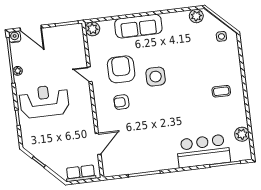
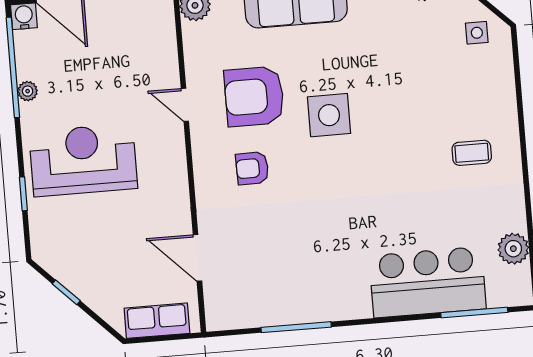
armchair: (121, 69) -> (254, 96), turned -90
door: (98, 144) -> (197, 258), swing flipped

